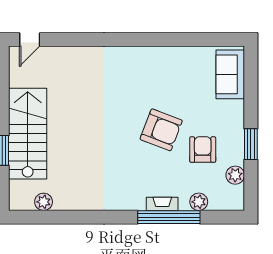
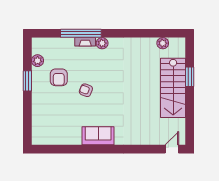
sofa: (230, 74) -> (98, 136), moved, turned -90
armchair: (161, 130) -> (86, 90), width x0.53, depth x0.53
plant: (199, 202) -> (102, 43), moved

